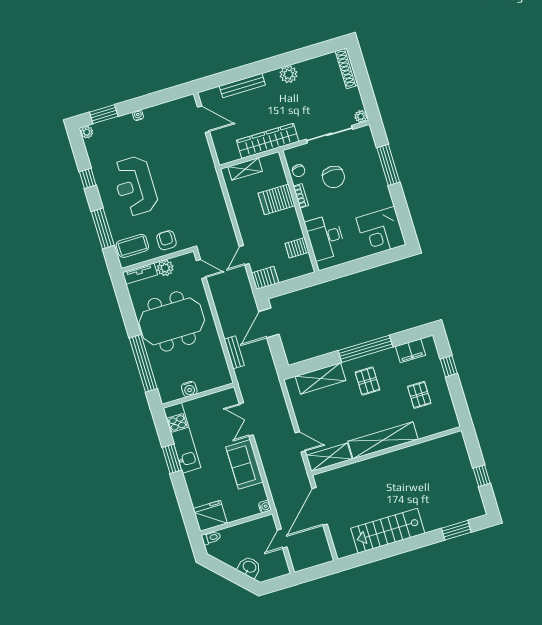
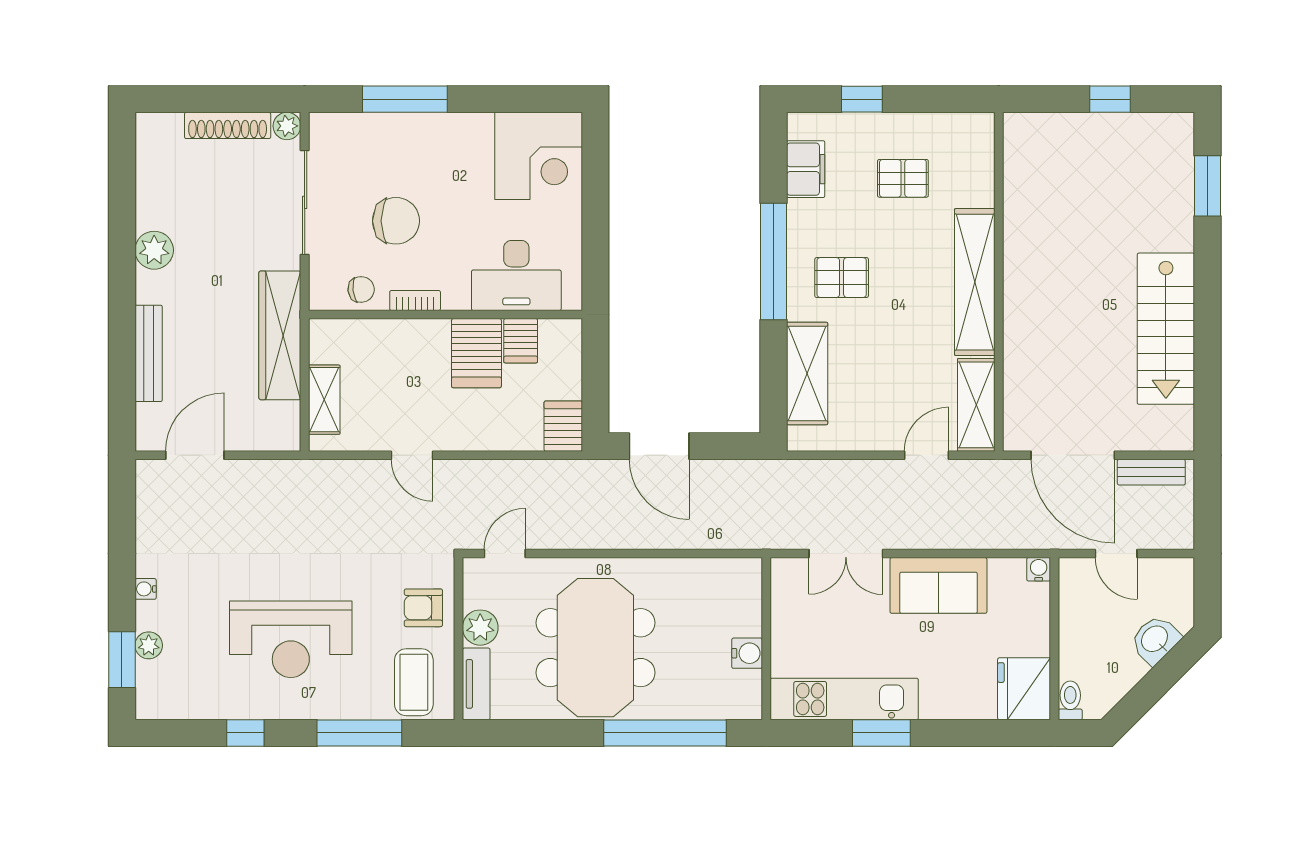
shoe rack: (347, 68) -> (228, 125), moved
plant: (87, 132) -> (149, 645), moved
server rack: (277, 199) -> (476, 353), moved
door: (244, 255) -> (412, 455), moved
bench: (234, 352) -> (1151, 472), moved

